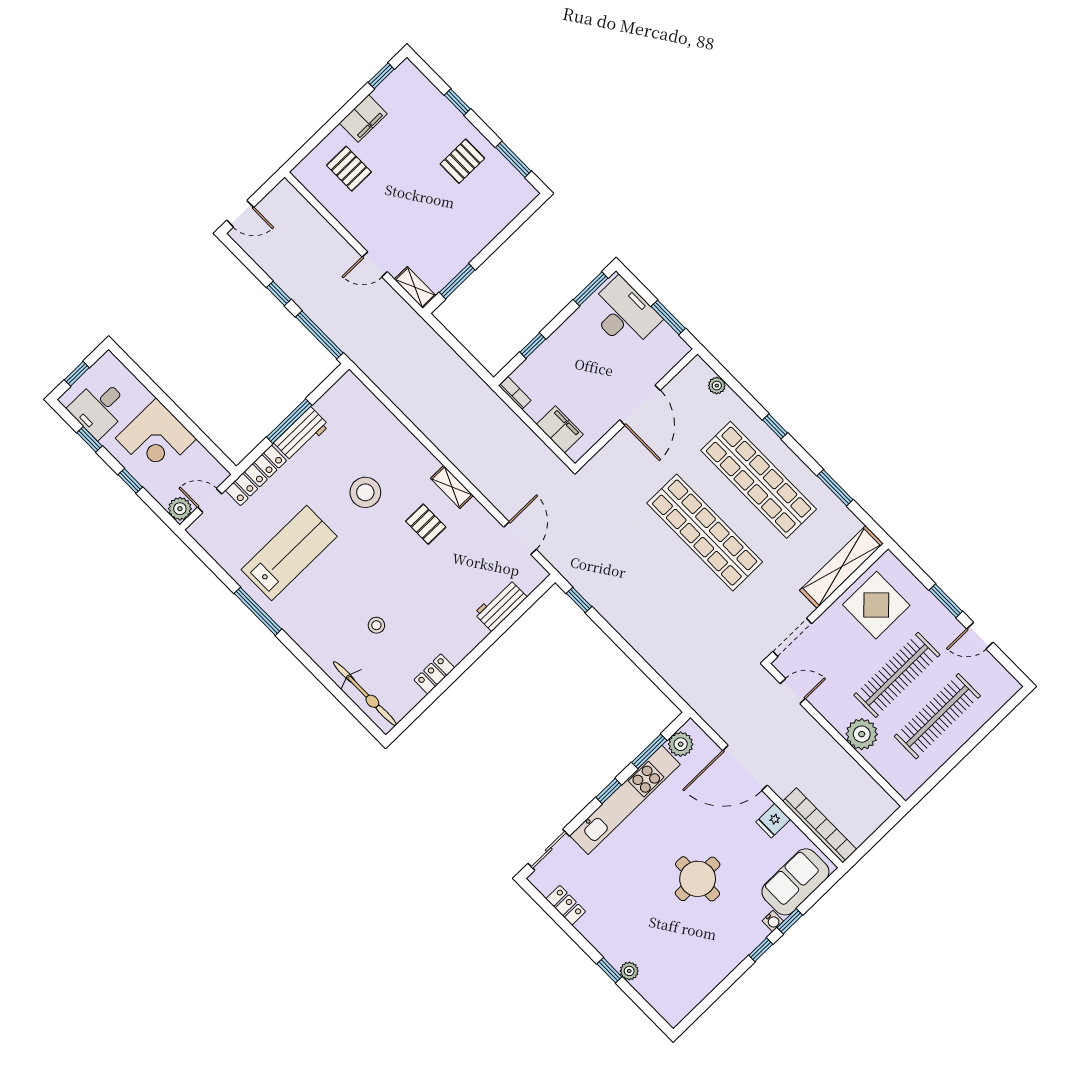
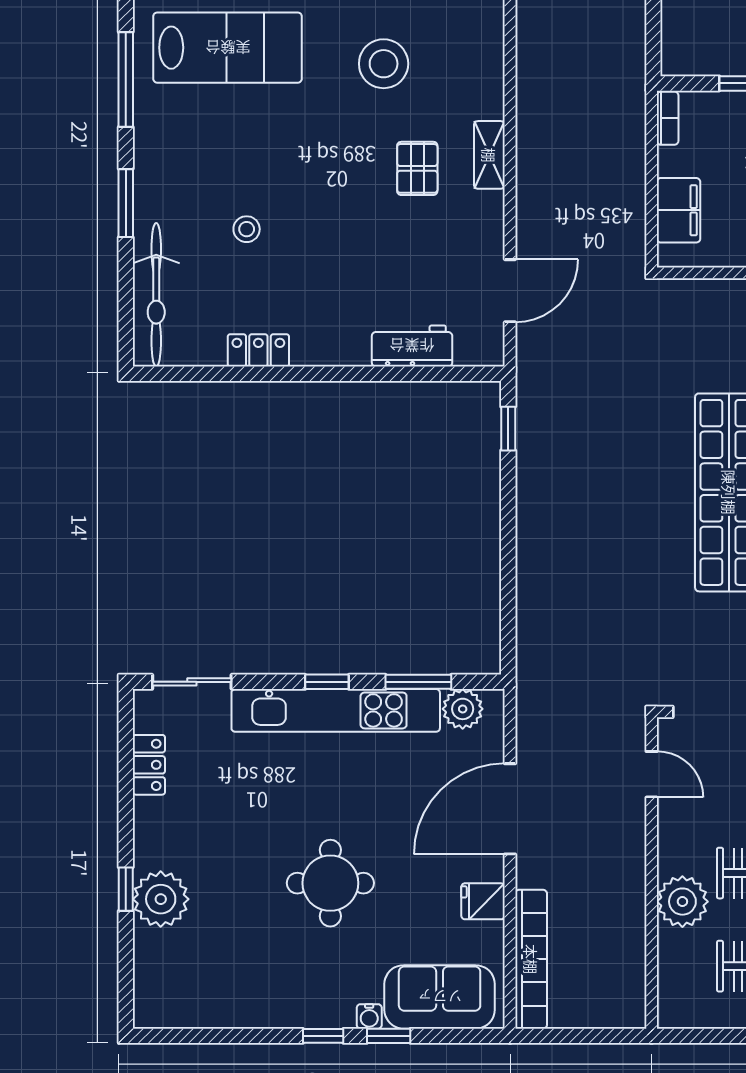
window: (312, 666) -> (126, 203), added
door: (745, 768) -> (510, 809), hinge flipped
plant: (629, 971) -> (161, 899), width x1.87, depth x1.87

